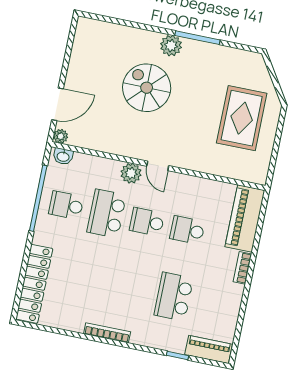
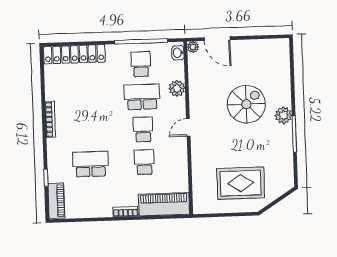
plant: (131, 173) -> (177, 88), moved

